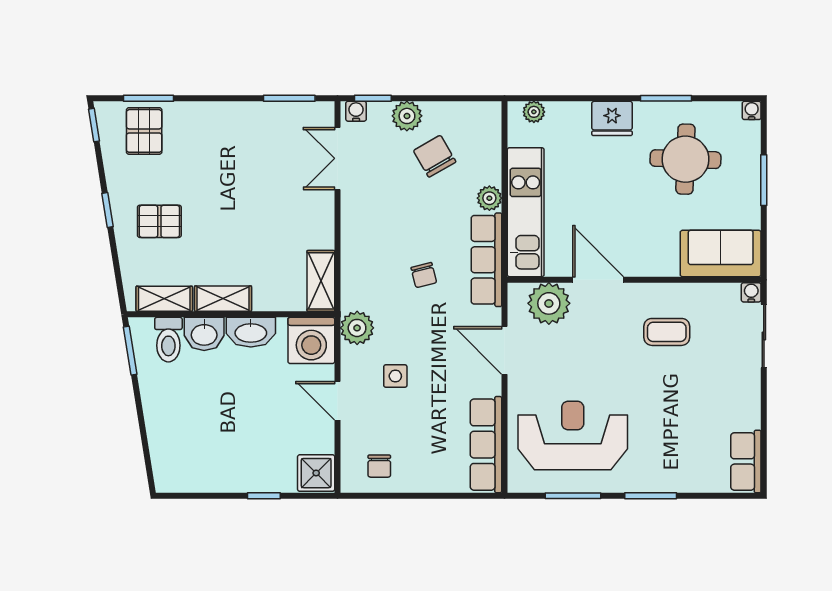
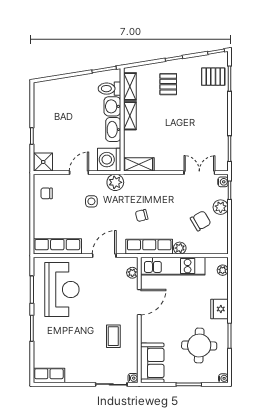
plant: (549, 303) -> (132, 273), width x0.53, depth x0.53

